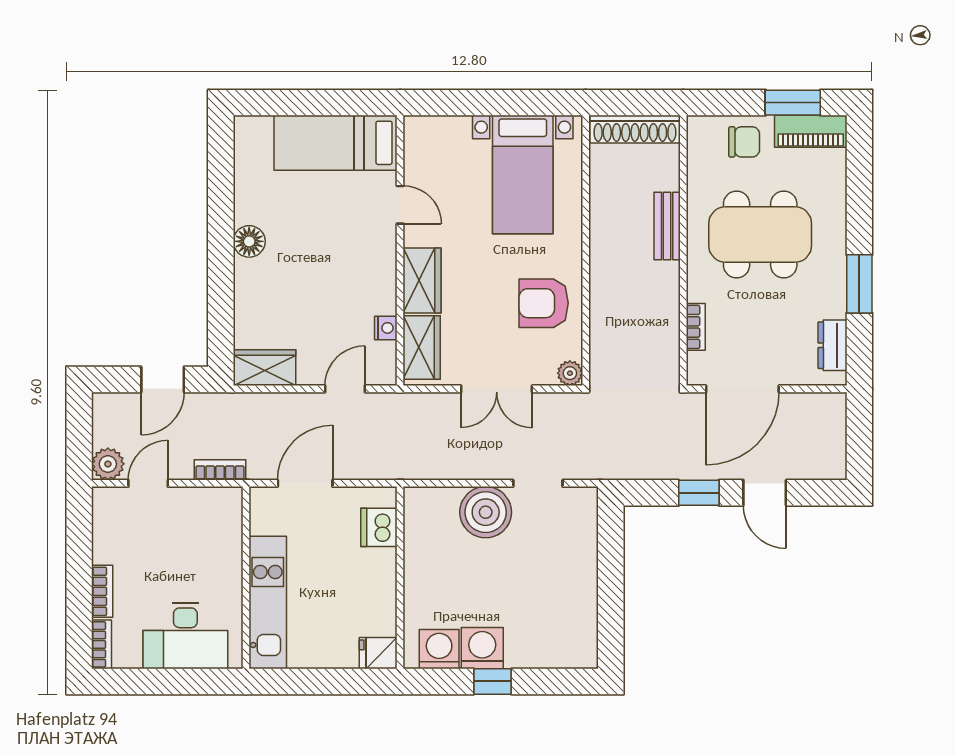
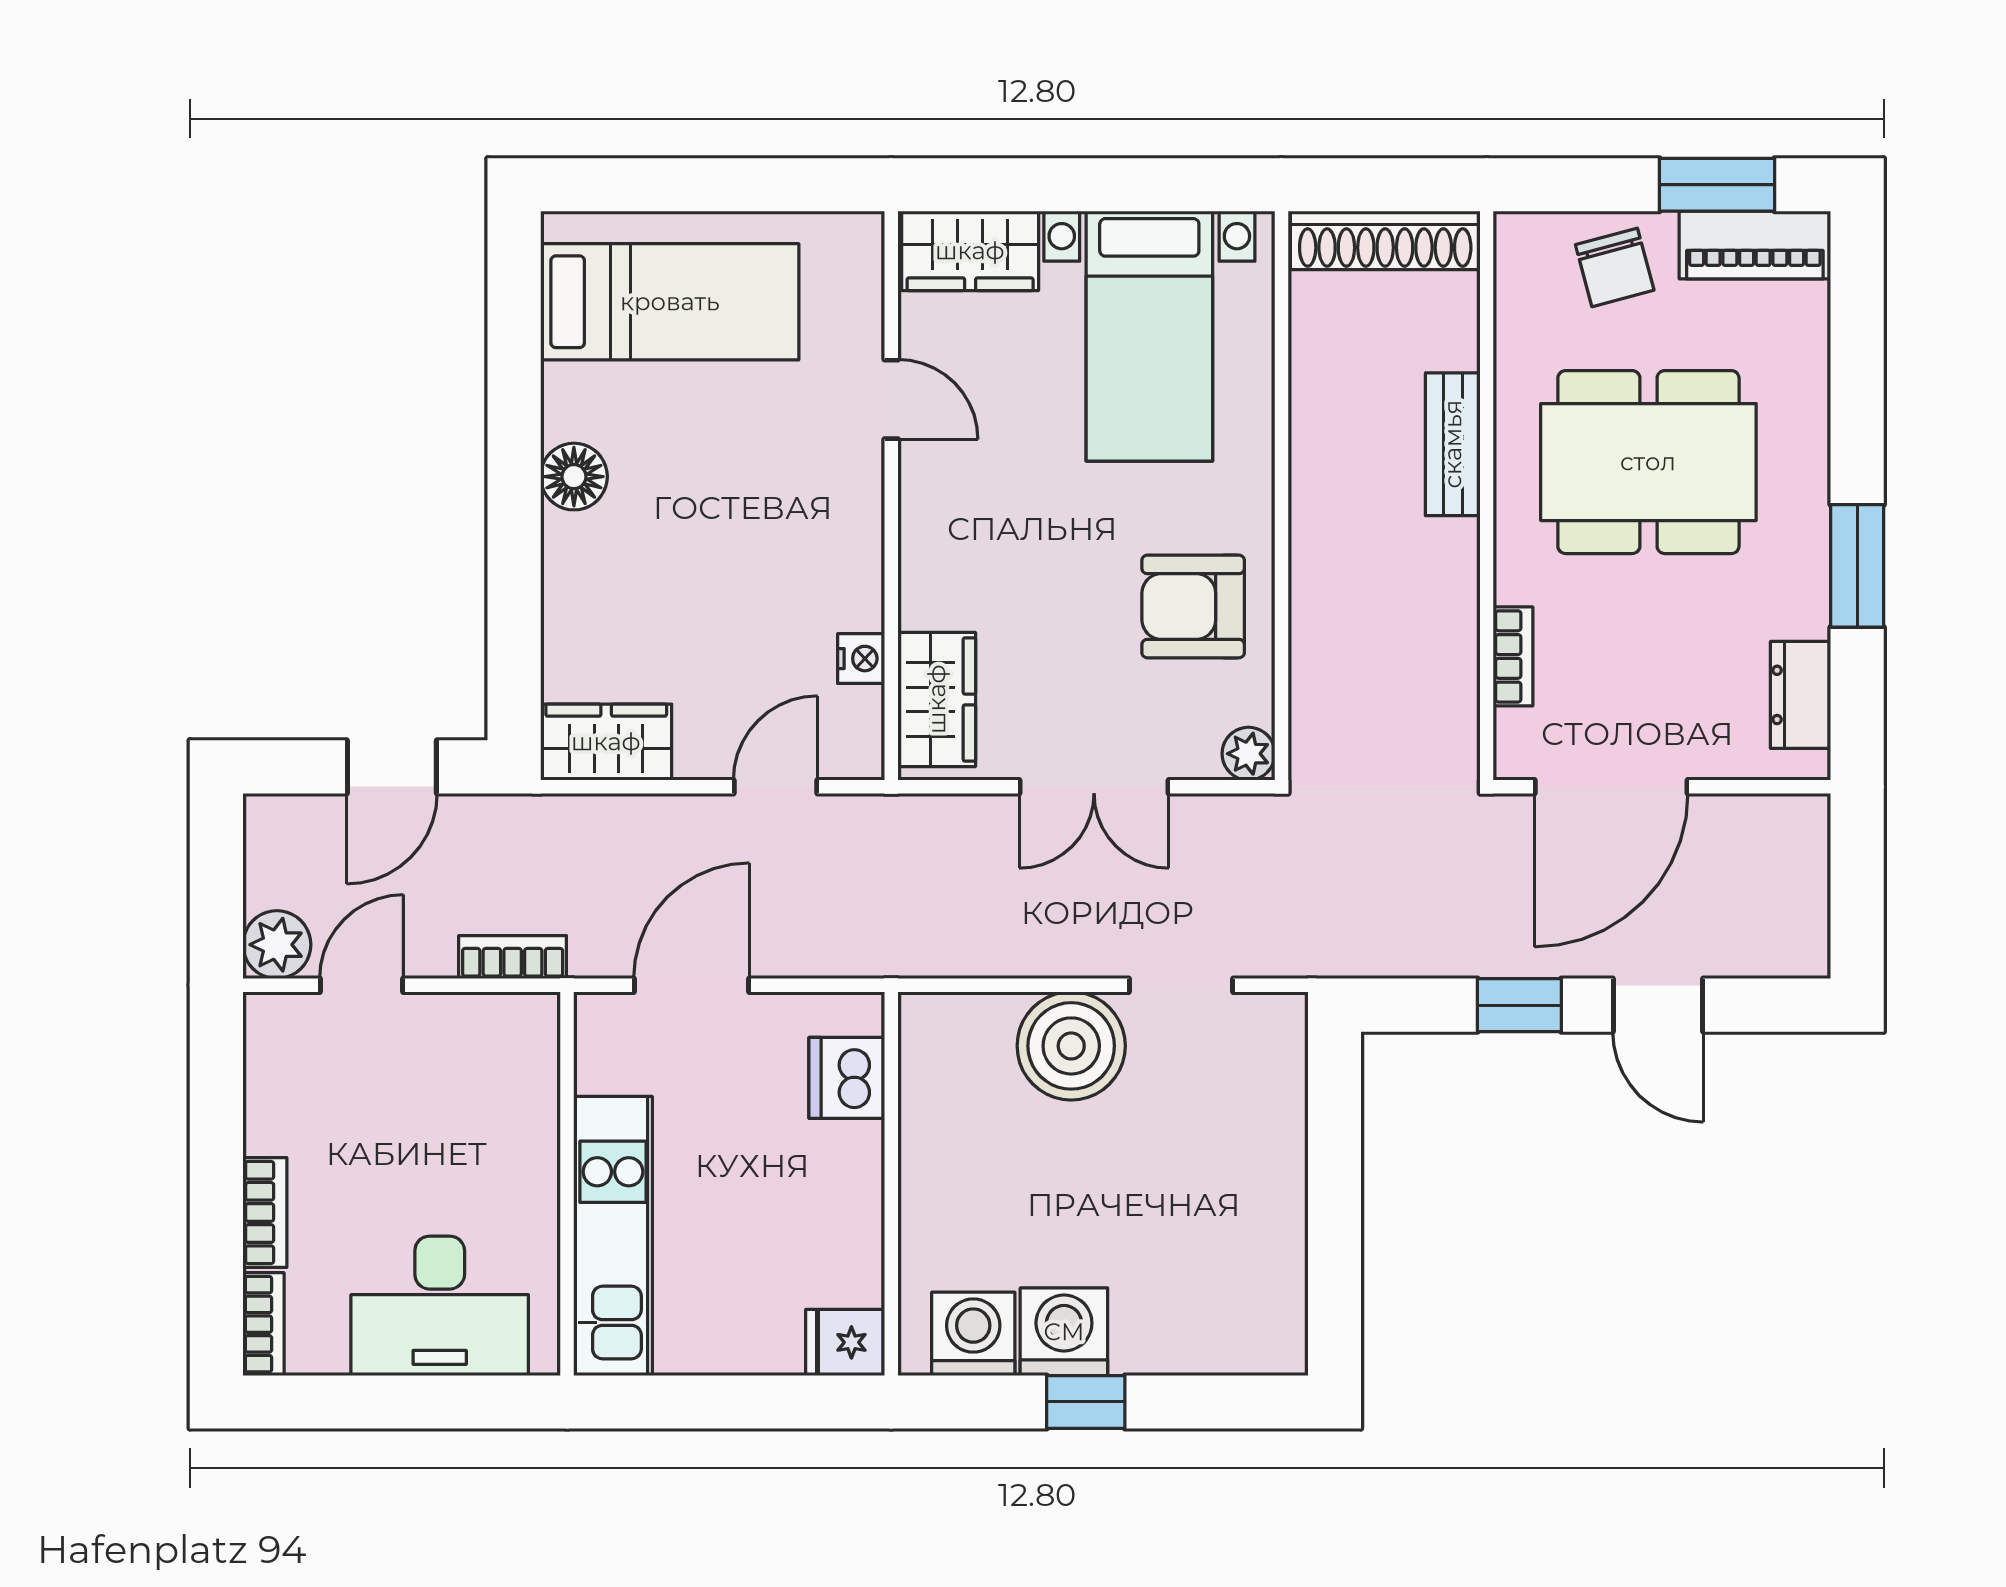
chair: (744, 142) -> (1615, 267), turned 75
bed: (336, 143) -> (670, 302), moved, turned 180
wardrobe: (422, 280) -> (970, 251), moved, turned 90

